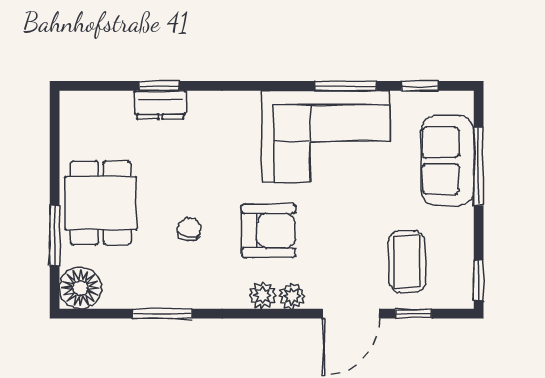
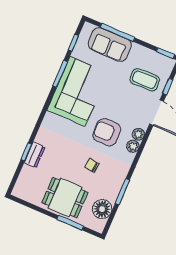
armchair: (268, 231) -> (107, 132), turned -90
floor lamp: (80, 288) -> (102, 209), moved

